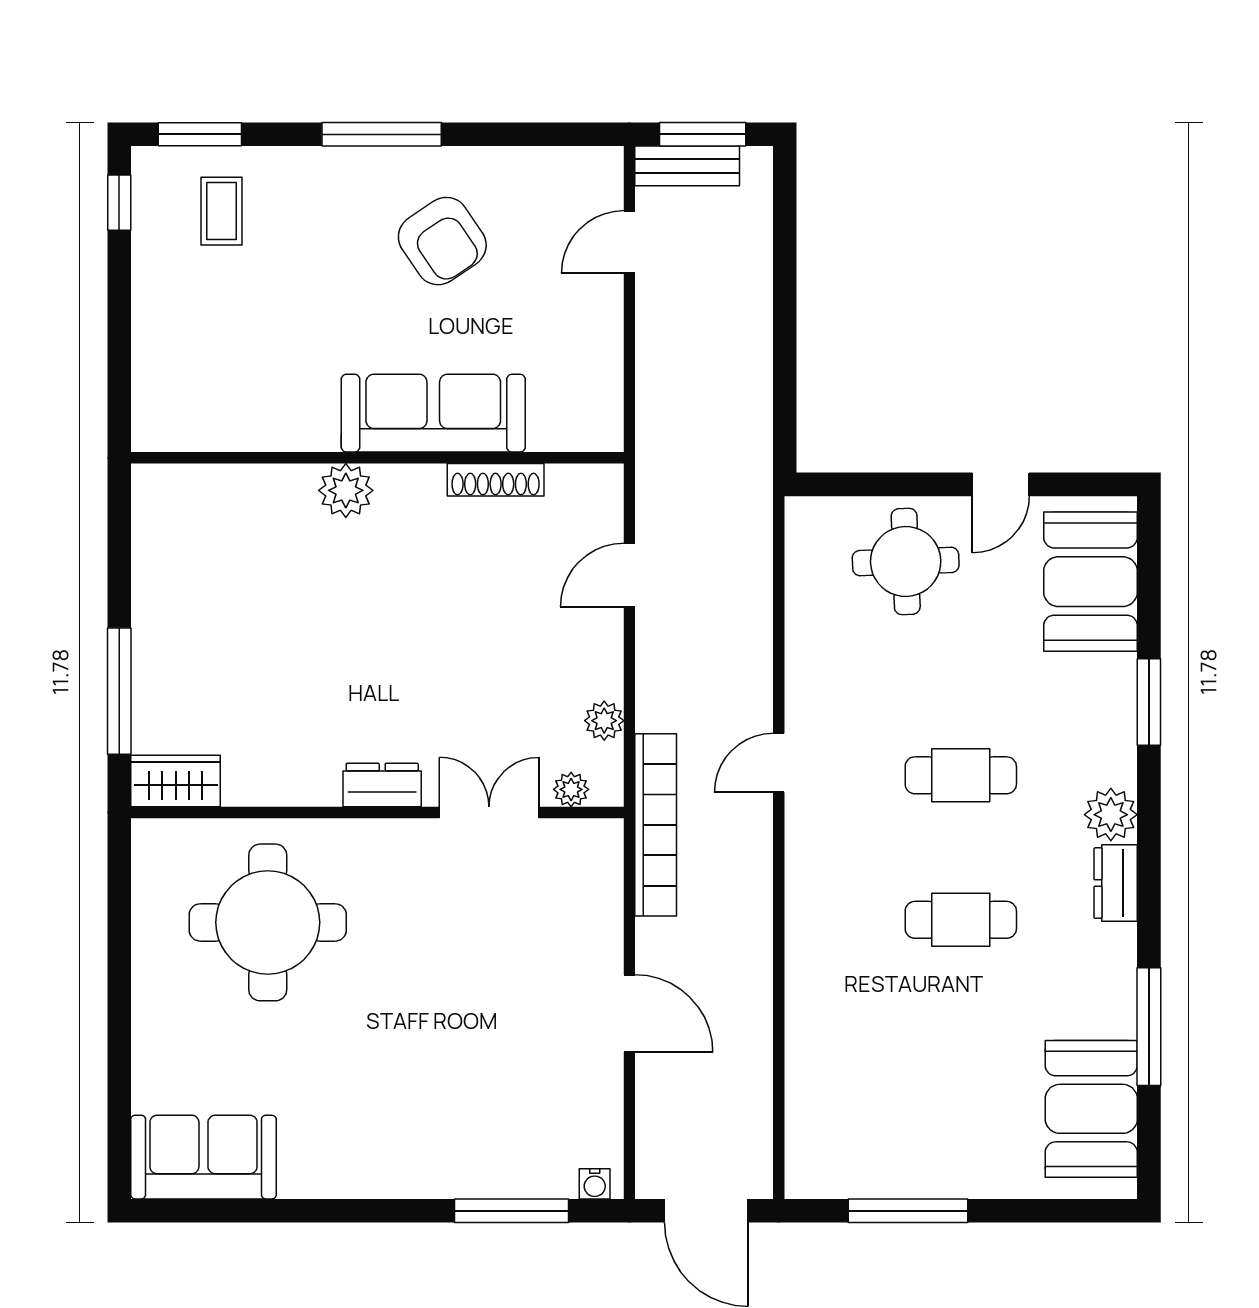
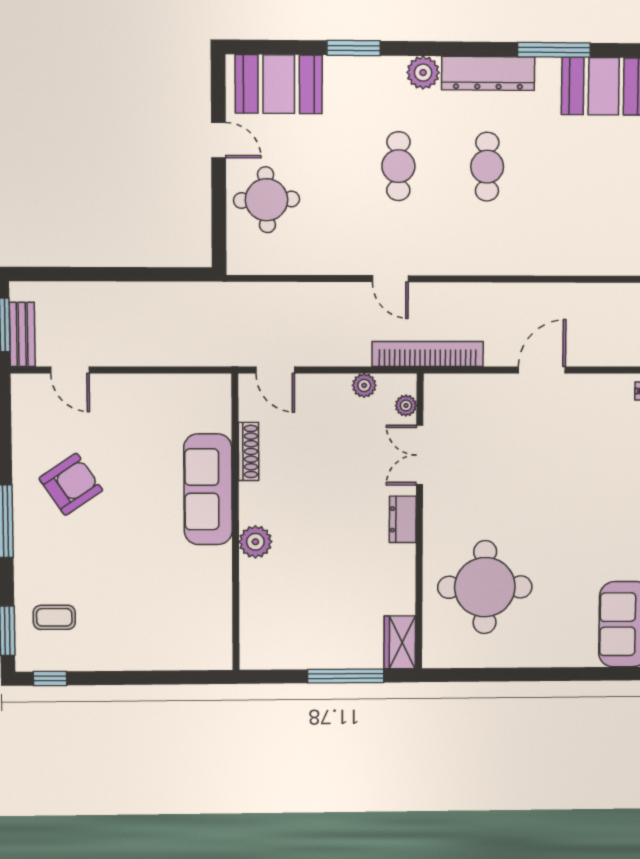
sofa: (433, 413) -> (208, 489), moved
wall: (377, 458) -> (235, 523), moved
shoe rack: (496, 480) -> (249, 451), moved
plant: (346, 490) -> (255, 542), moved
dresser: (1116, 883) -> (488, 73), width x1.96, depth x1.24

